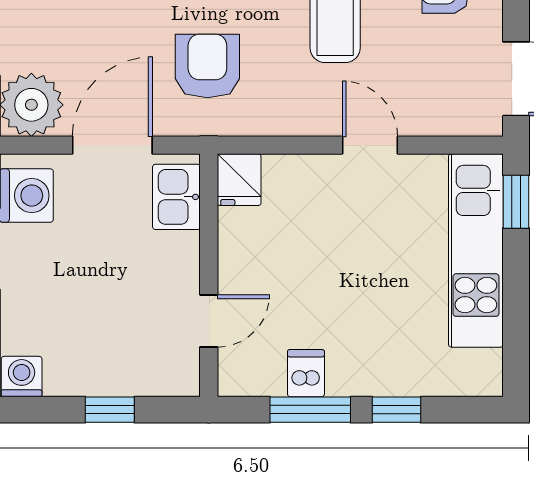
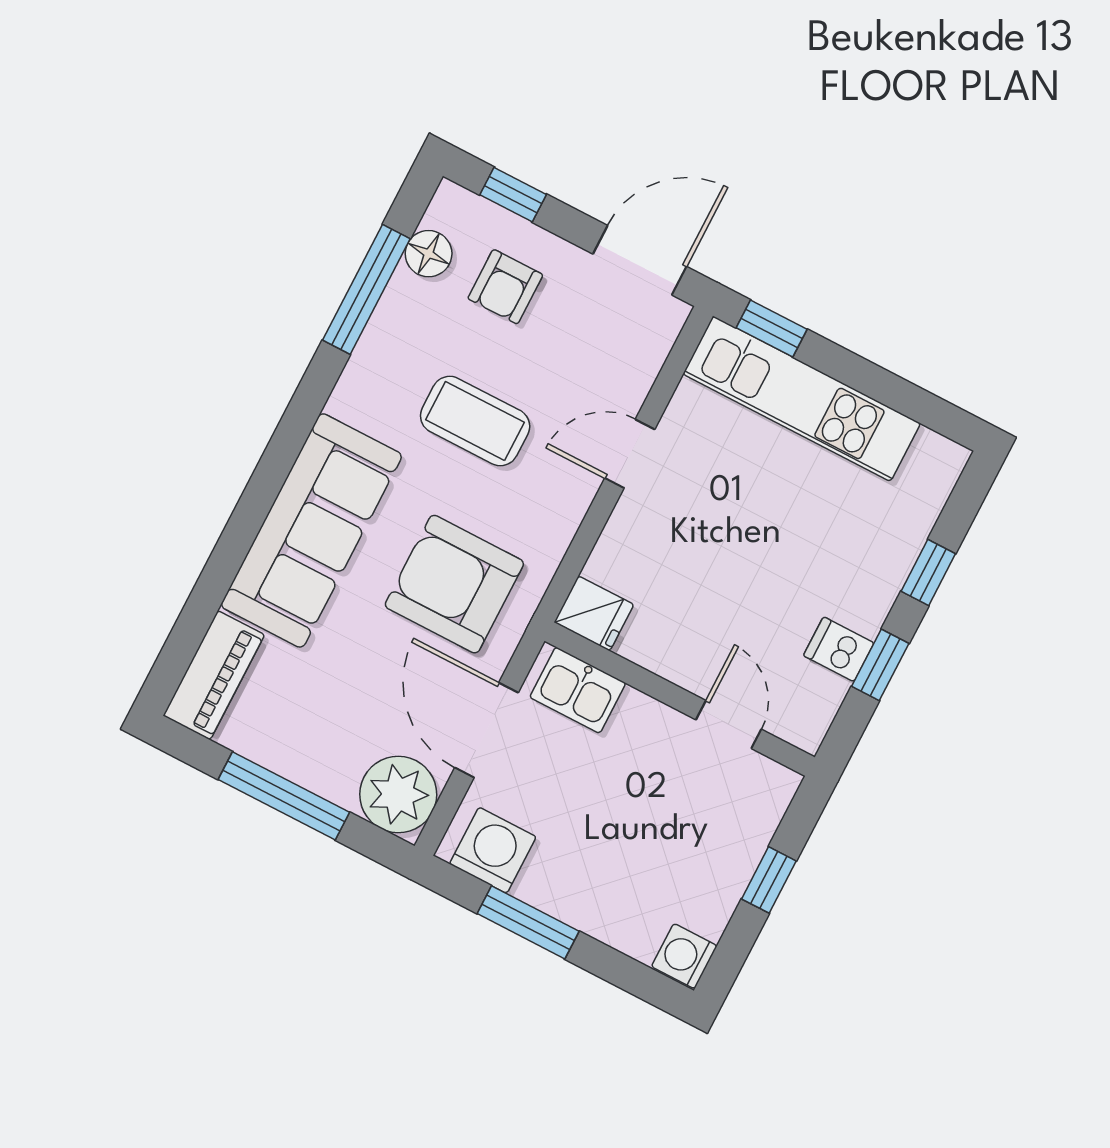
armchair: (207, 66) -> (454, 584), width x1.36, depth x1.36
window: (310, 410) -> (880, 665), width x0.67

